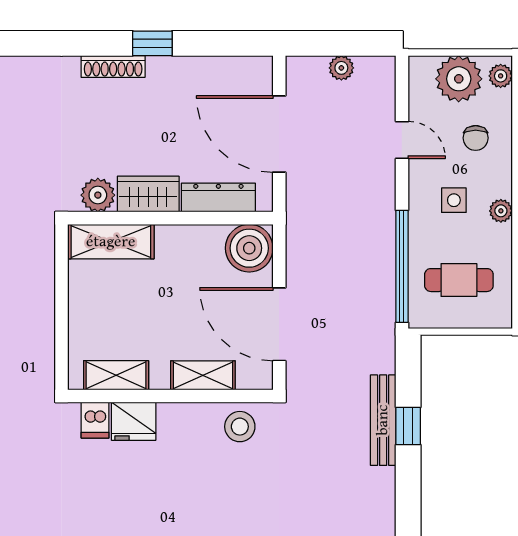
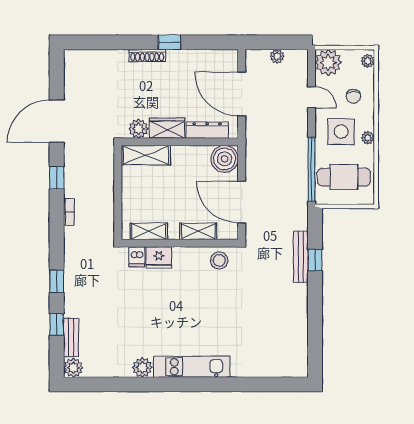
plant: (459, 79) -> (328, 63), moved
side table: (454, 200) -> (341, 132), width x1.87, depth x1.87
cafe table: (459, 280) -> (344, 177), width x1.37, depth x1.35

